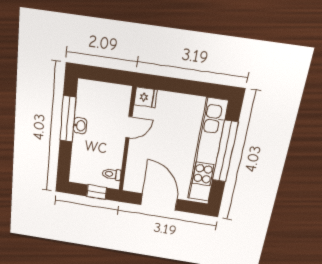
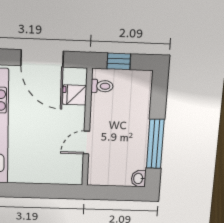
fridge: (146, 97) -> (75, 95), moved
washbasin: (80, 126) -> (139, 178), moved

